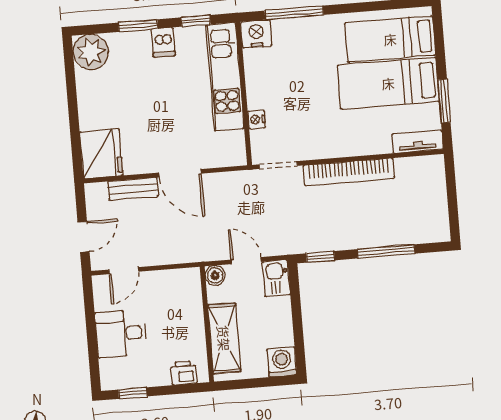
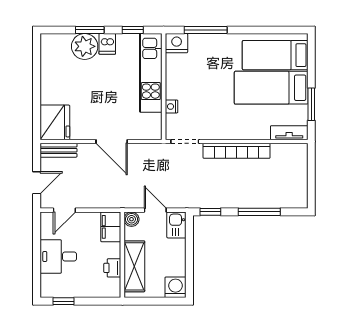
plant: (91, 52) -> (85, 46), moved
bench: (133, 189) -> (58, 150), moved
filing cabinet: (188, 288) -> (111, 227), added
printer: (184, 373) -> (112, 268), moved, turned -90

